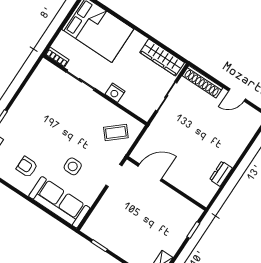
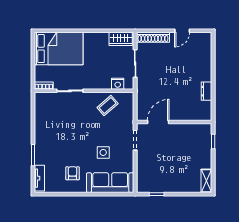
wardrobe: (162, 57) -> (121, 39), width x0.67
nightstand: (115, 93) -> (118, 84), moved
coffee table: (116, 132) -> (108, 106), moved
armchair: (27, 167) -> (73, 173), turned 90

